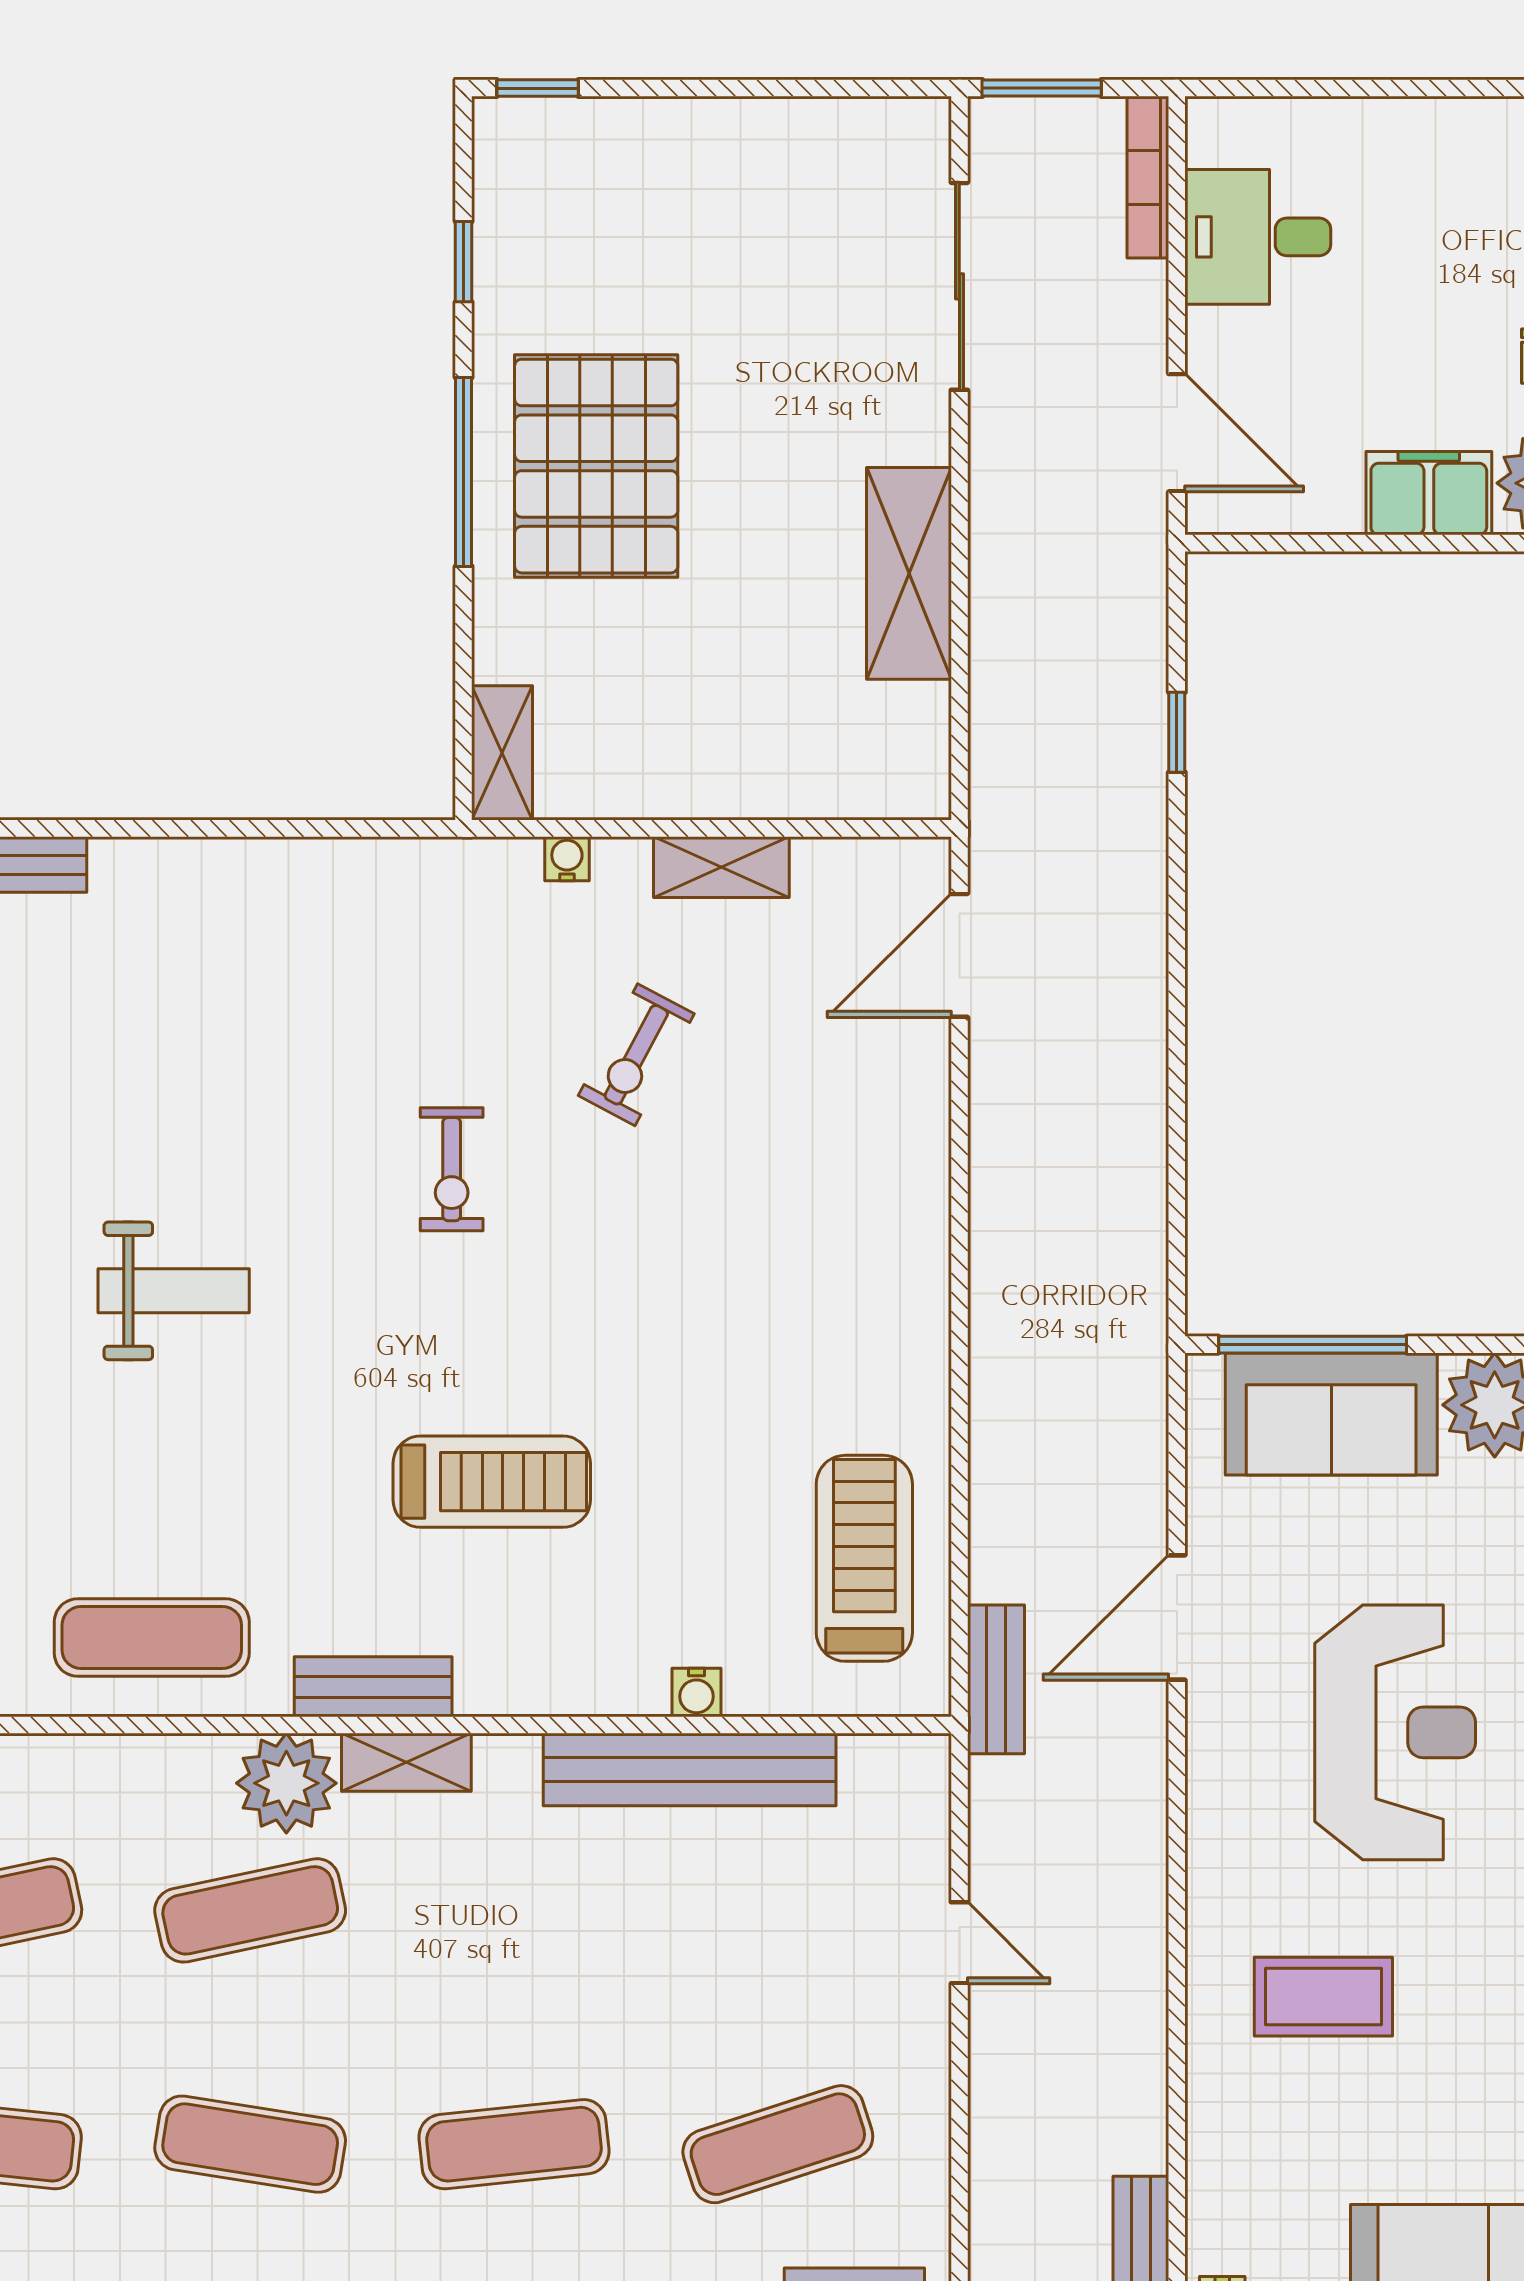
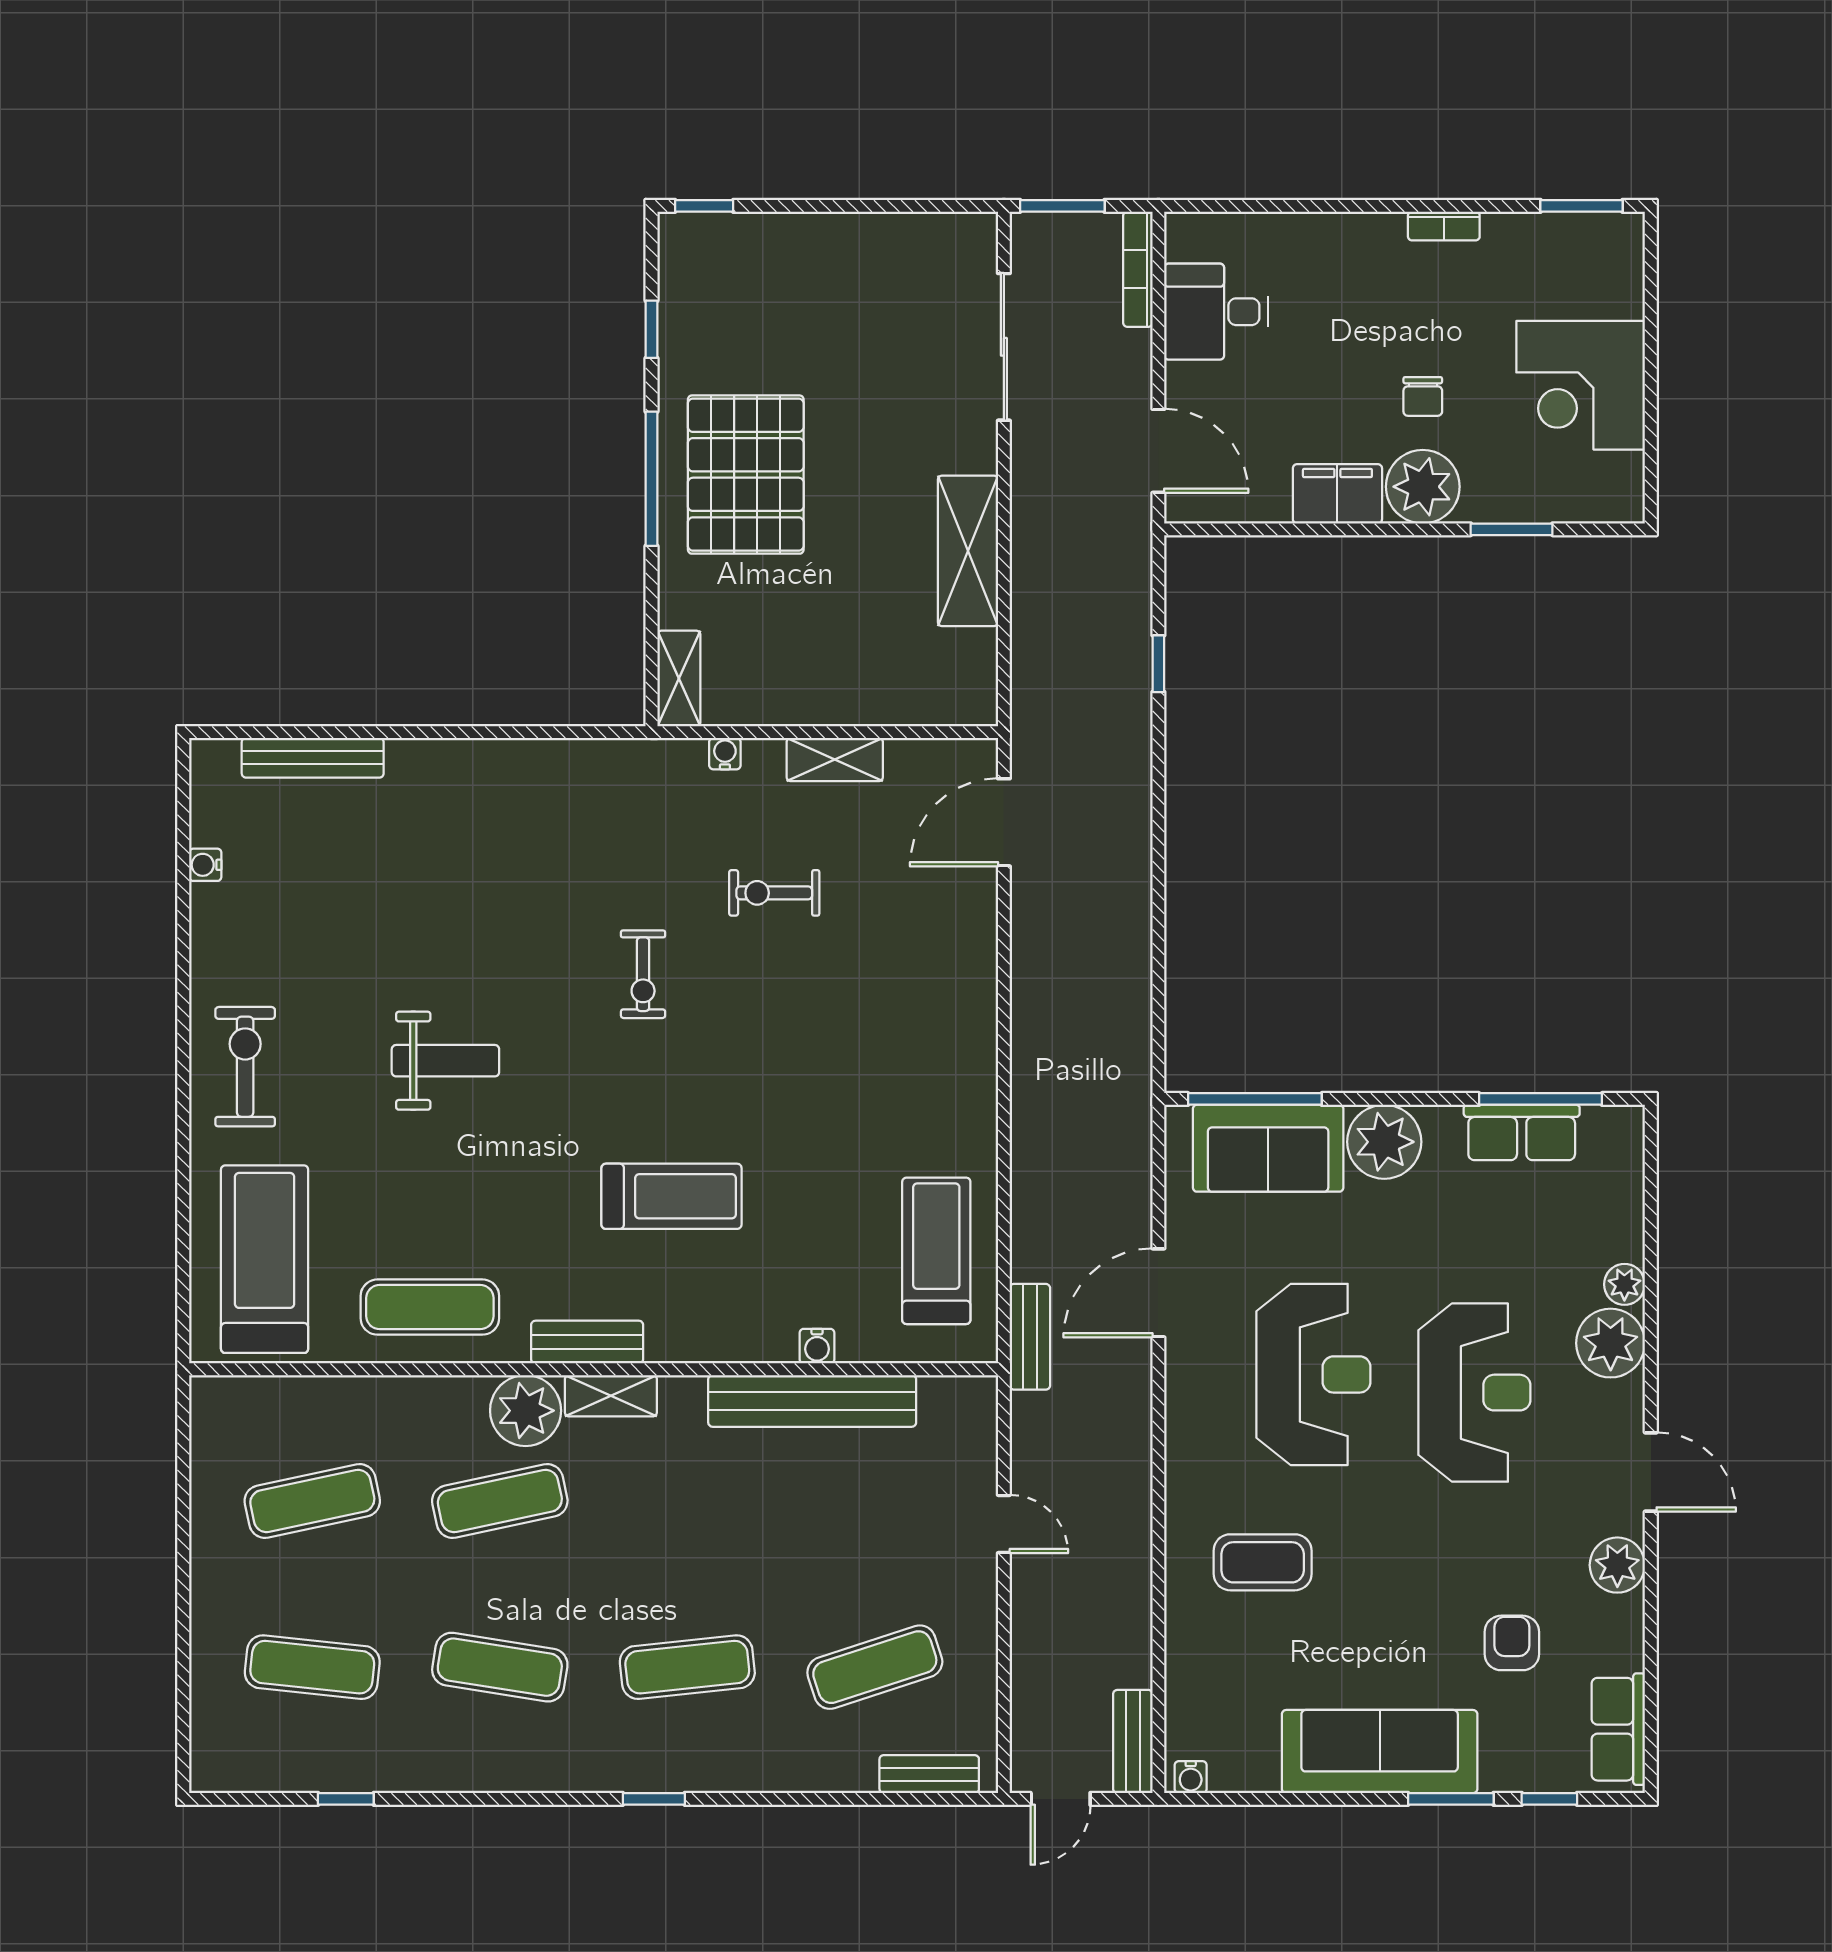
exercise bike: (636, 1055) -> (774, 893), turned 62

